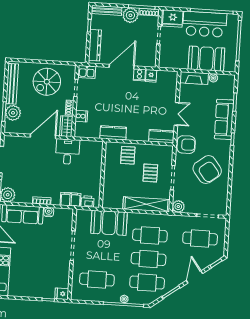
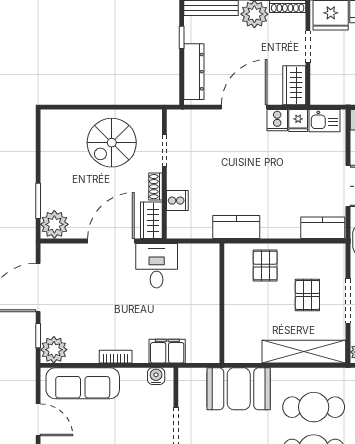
wardrobe: (150, 56) -> (294, 85), added
kitchen sink: (87, 72) -> (324, 121), moved
bench: (12, 84) -> (50, 150), removed
plant: (13, 113) -> (54, 224), moved
printer: (88, 201) -> (198, 353), removed
water cooler: (49, 212) -> (156, 376), moved

